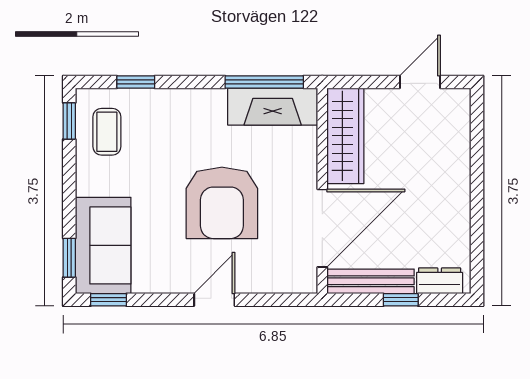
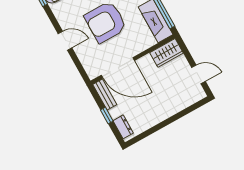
wardrobe: (345, 136) -> (166, 53), width x0.67
bench: (370, 281) -> (105, 95), width x0.73

